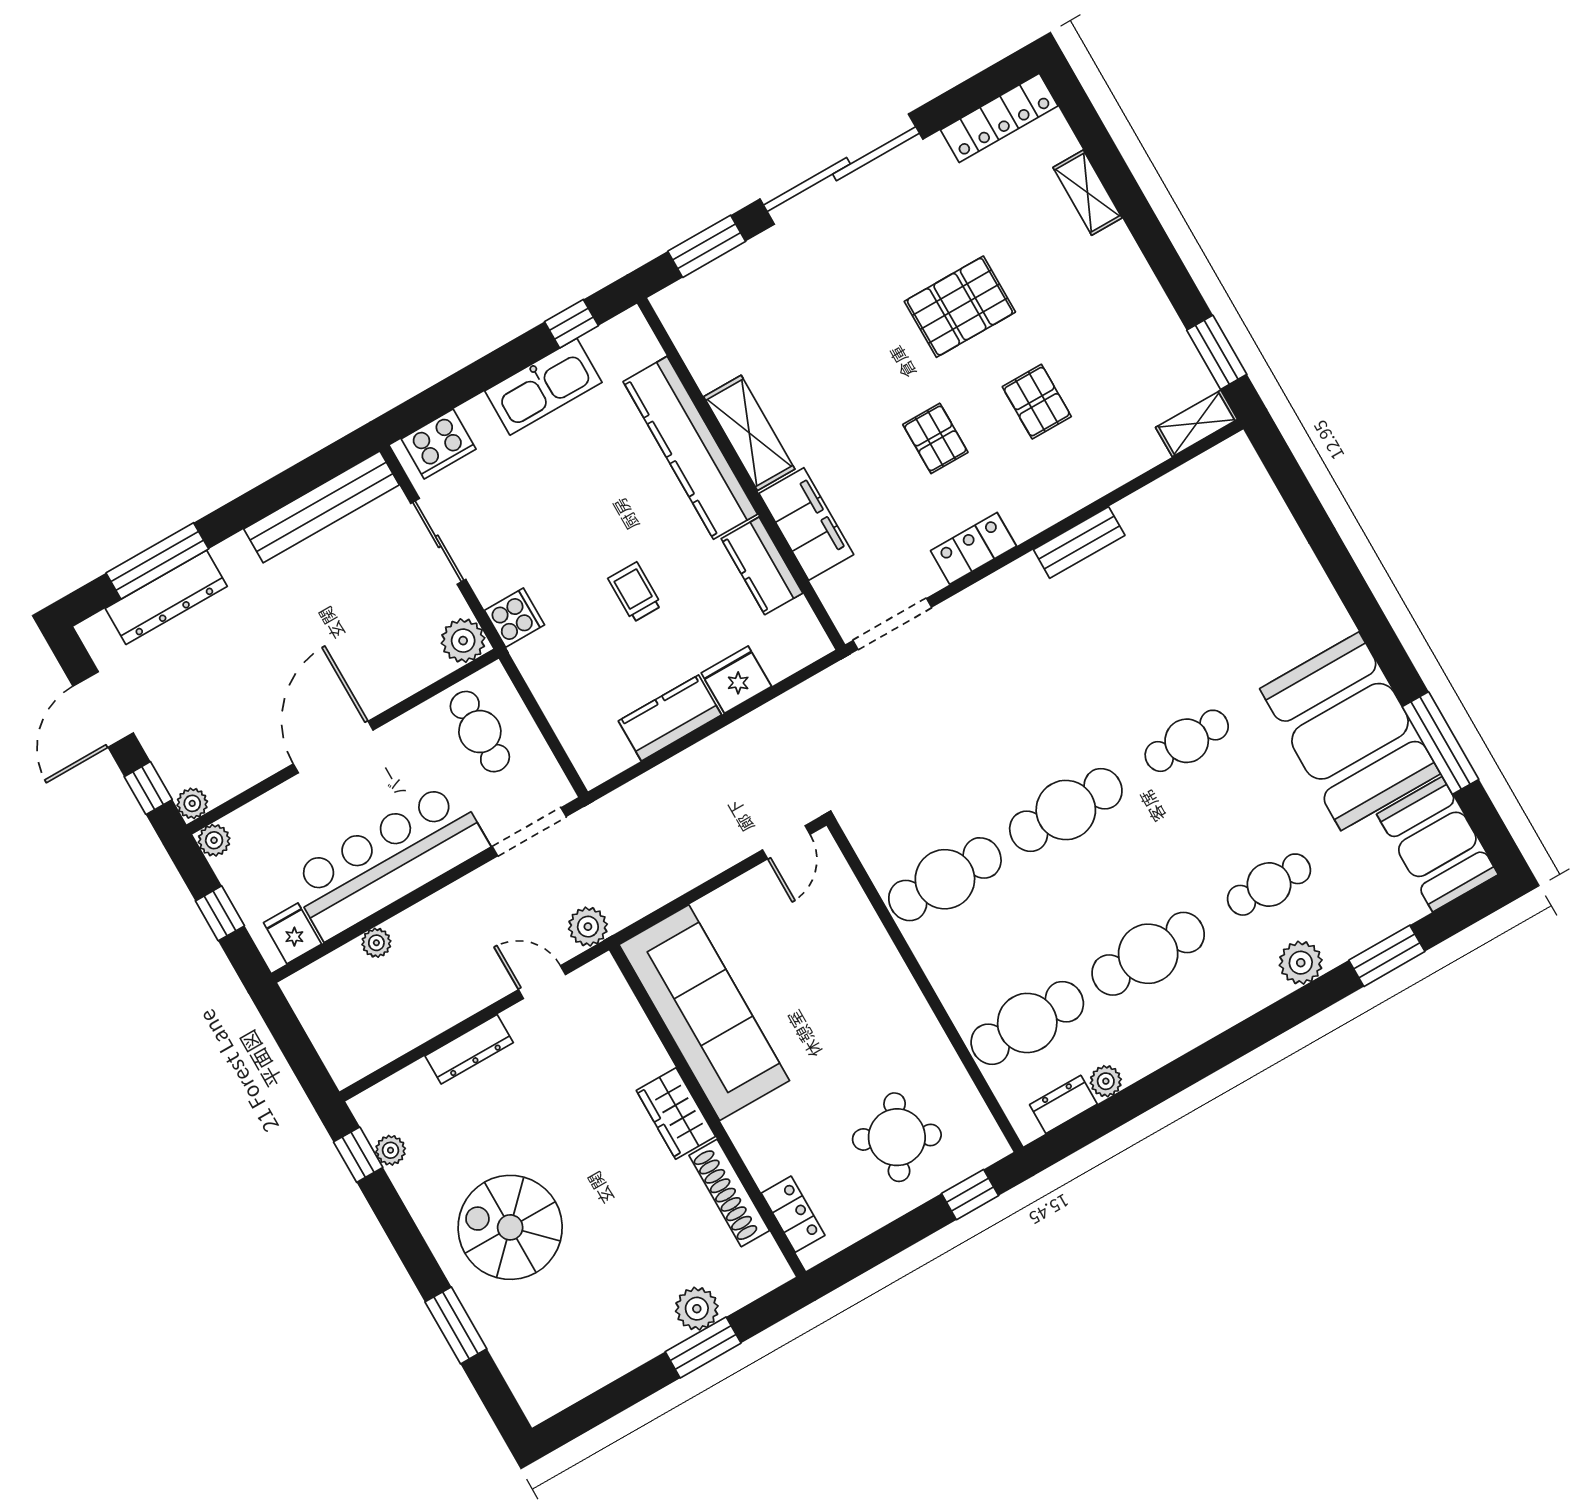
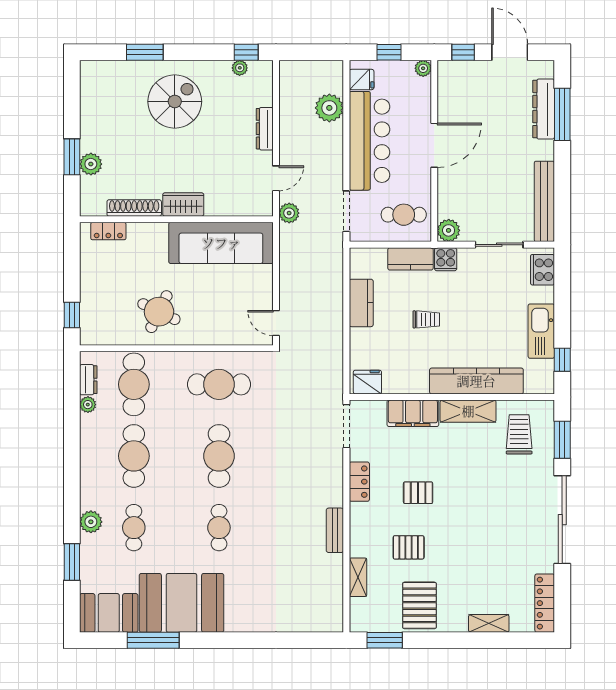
pallet: (960, 307) -> (419, 605), moved
trolley: (739, 324) -> (519, 434), added
shelving: (1197, 423) -> (358, 577), moved
kitchen counter: (762, 566) -> (411, 259), moved, turned 180
fridge: (736, 680) -> (367, 382), moved, turned -90
door: (333, 747) -> (434, 145), hinge flipped
plant: (192, 803) -> (445, 68), removed
cafe table: (945, 879) -> (219, 384), turned 90
plant: (376, 943) -> (329, 108), width x1.88, depth x1.88
round table: (897, 1137) -> (159, 312), moved

